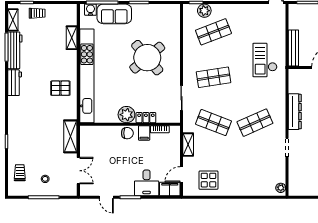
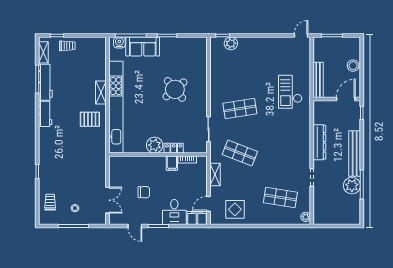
shop shelf: (213, 32) -> (240, 64), removed
shelving: (72, 38) -> (101, 93), moved
round table: (147, 58) -> (175, 89), width x0.73, depth x0.73
shop shelf: (255, 123) -> (280, 197), moved, turned 33
chair: (127, 133) -> (144, 192), moved
shelving: (70, 136) -> (100, 166), removed

